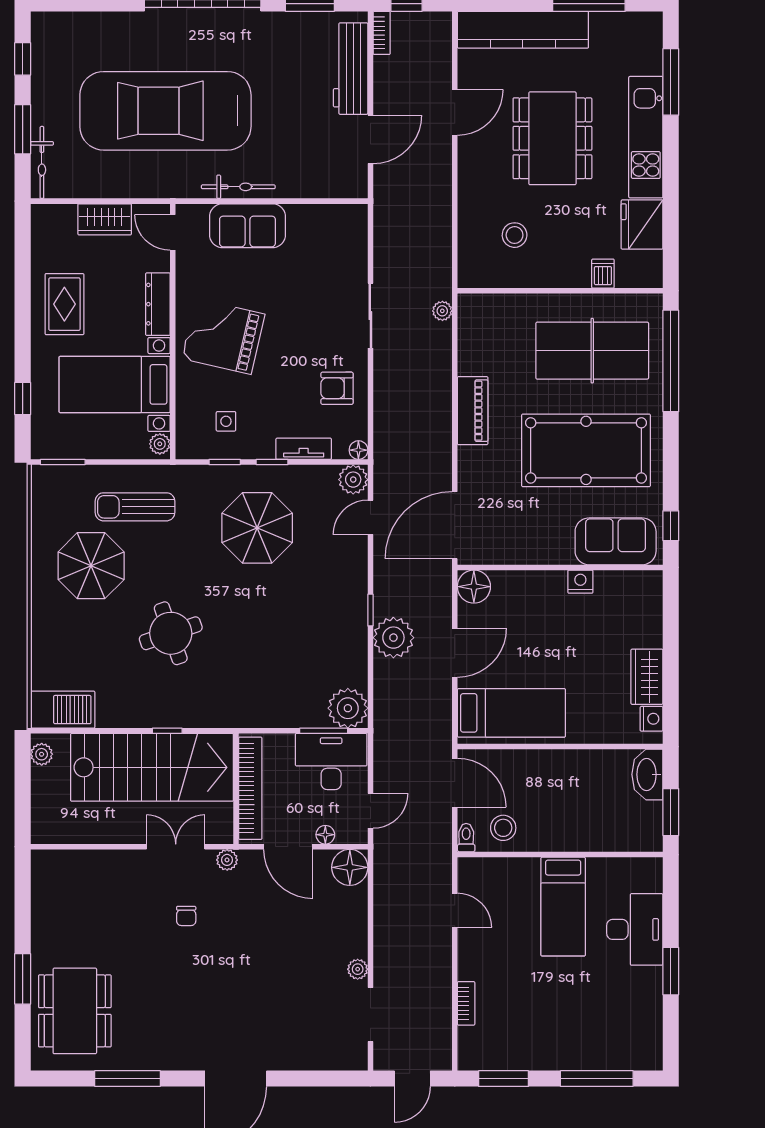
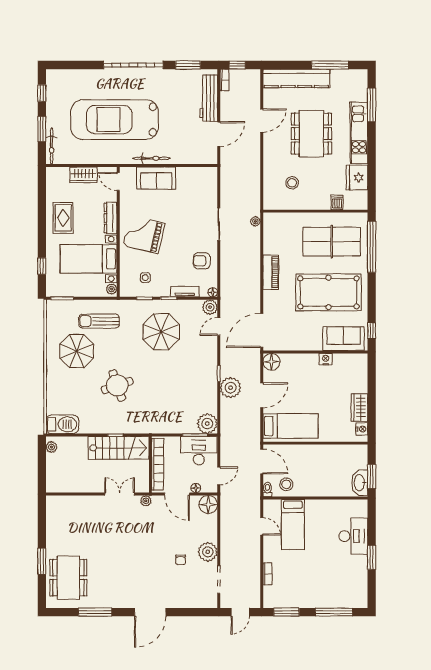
stairs: (152, 767) -> (119, 448), width x0.73, depth x0.66
washbasin: (647, 774) -> (360, 483), moved
bed: (563, 907) -> (293, 525), moved
chair: (186, 916) -> (181, 560), moved
plant: (358, 969) -> (208, 552), width x1.88, depth x1.88

